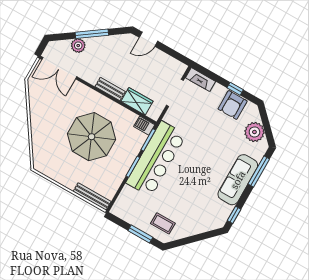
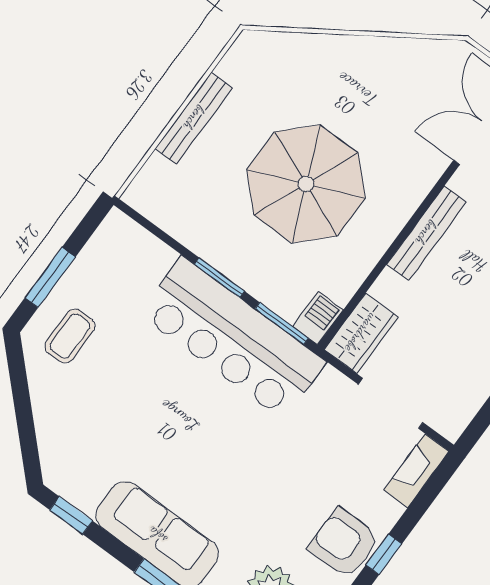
bench: (110, 89) -> (426, 233), width x1.36
wardrobe: (137, 101) -> (361, 333), moved
bench: (92, 197) -> (194, 118), moved

